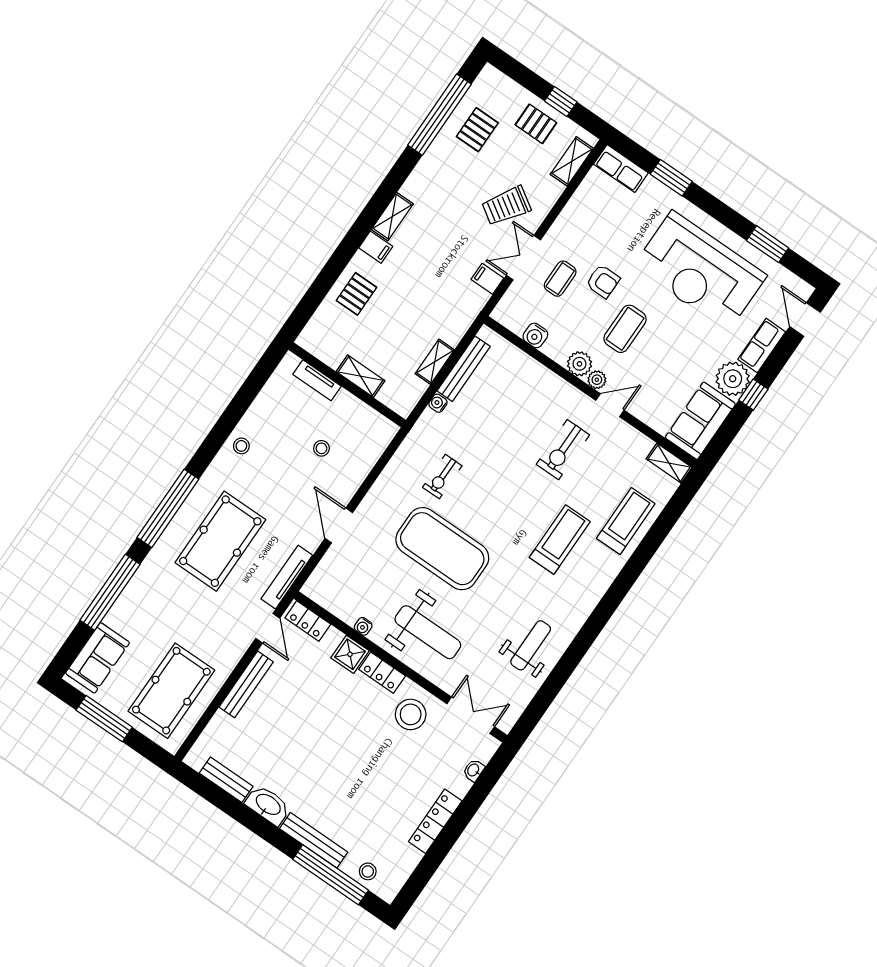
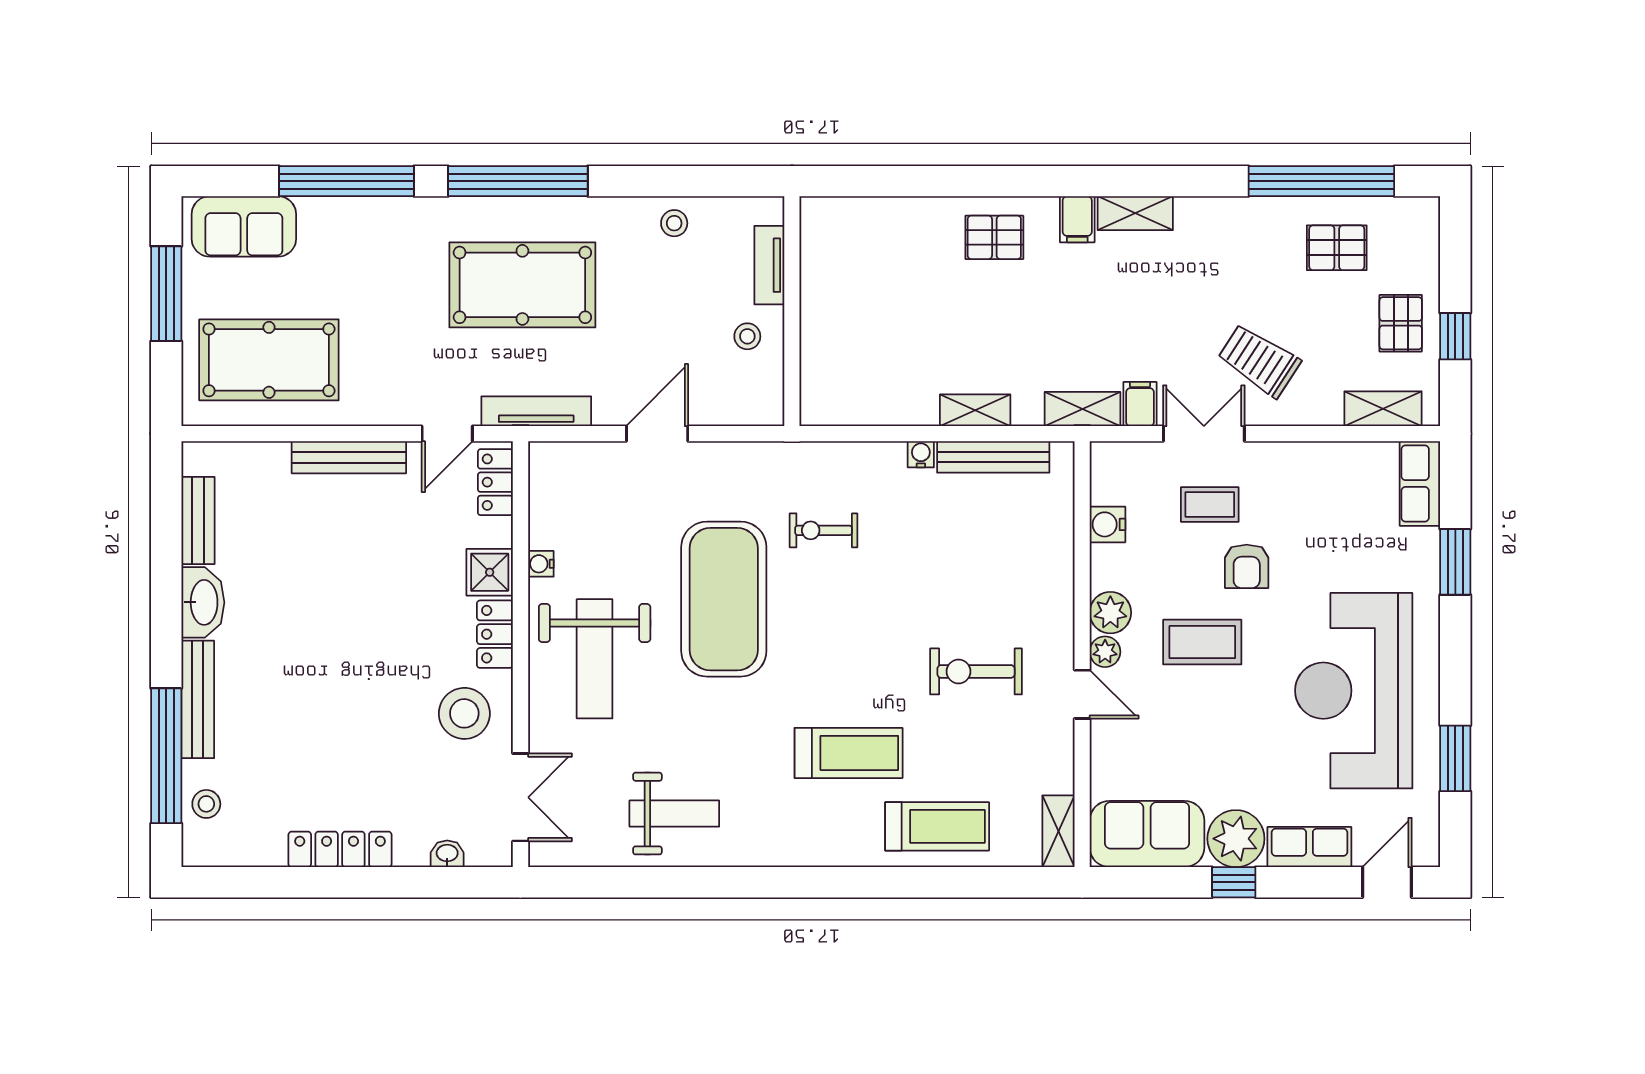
shelving: (360, 376) -> (1082, 409), moved, turned 90
tv unit: (317, 380) -> (769, 265), moved
wall: (347, 385) -> (792, 311), moved

